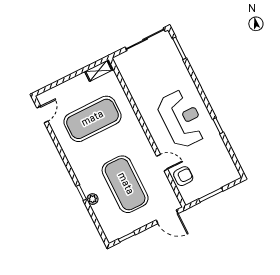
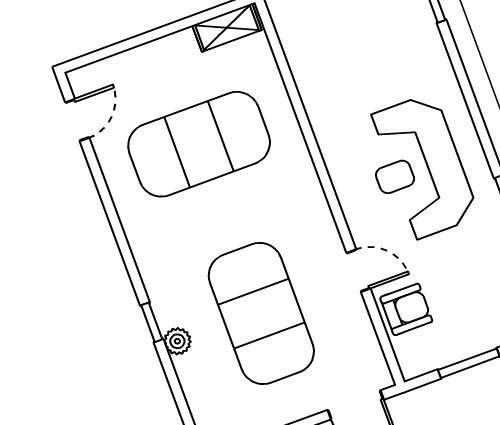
reception desk: (182, 119) -> (418, 168), turned 180

